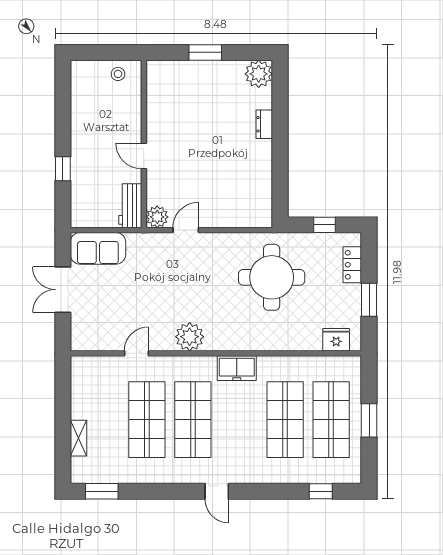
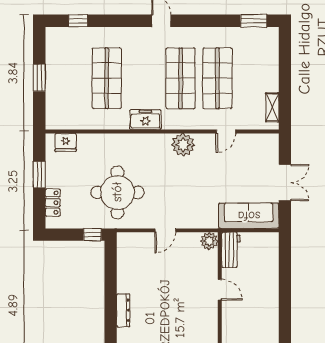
dresser: (264, 124) -> (123, 310), width x1.44
window: (63, 169) -> (285, 280), removed
window: (325, 225) -> (92, 235), moved
door: (186, 230) -> (165, 230), moved
sofa: (98, 248) -> (249, 216), width x1.36
shop shelf: (331, 420) -> (70, 78), removed
shelving: (79, 438) -> (272, 107), moved

